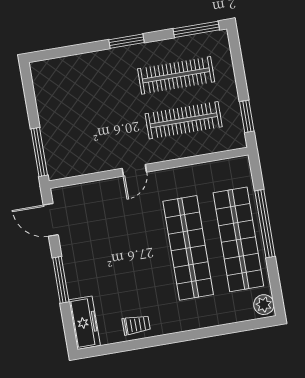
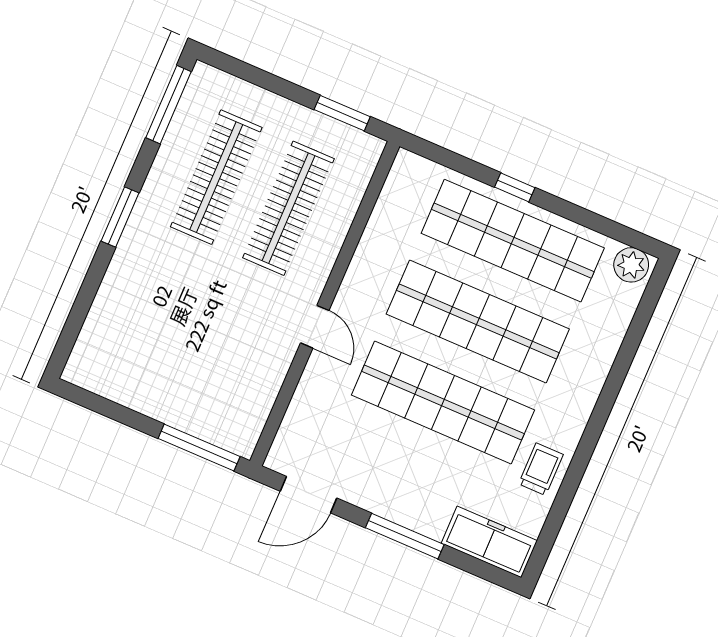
window: (265, 224) -> (515, 187), width x0.32
shop shelf: (138, 256) -> (443, 403), added

